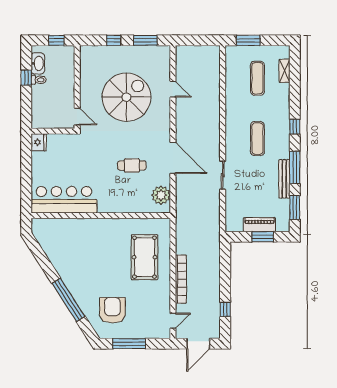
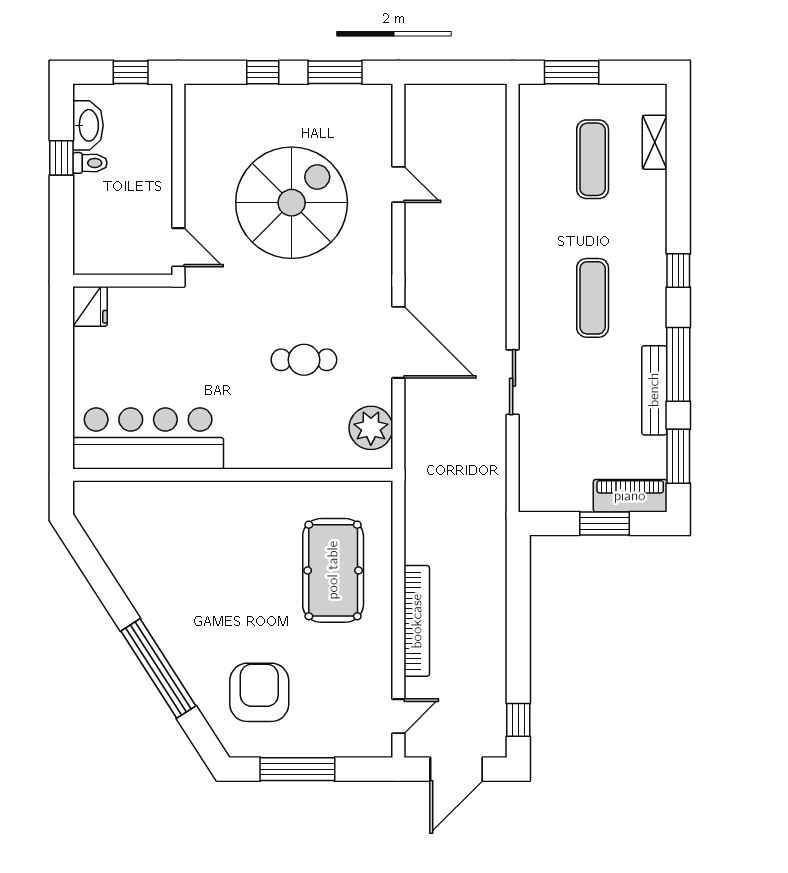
piano: (259, 225) -> (630, 496), moved
window: (225, 309) -> (518, 720), moved

